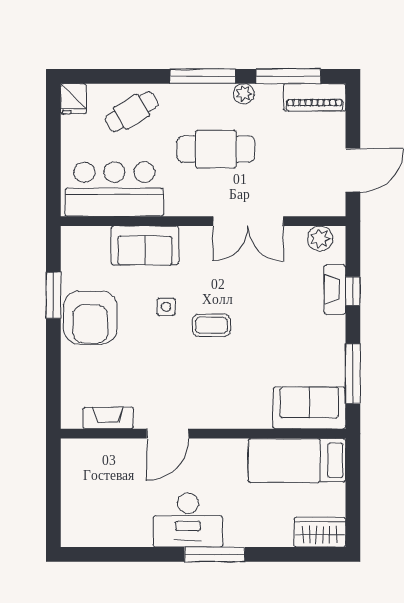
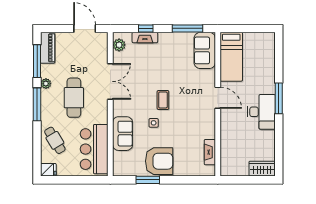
door: (168, 434) -> (218, 98), moved
wardrobe: (320, 532) -> (262, 169), moved, turned 90

